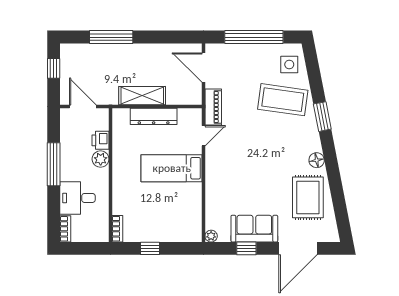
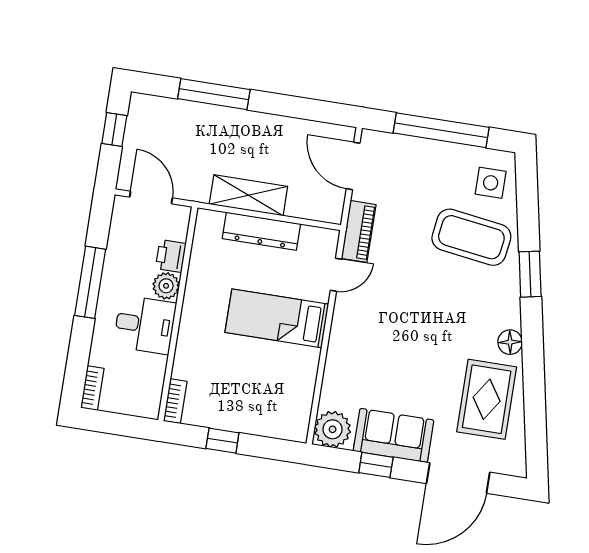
desk: (78, 198) -> (145, 325), moved, turned 180
plant: (211, 236) -> (333, 429), width x1.88, depth x1.88

